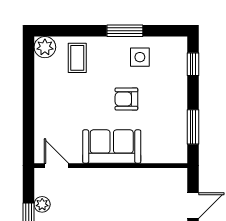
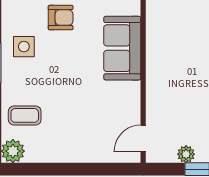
armchair: (126, 99) -> (61, 18), moved, turned -90
sofa: (112, 147) -> (122, 48), moved

